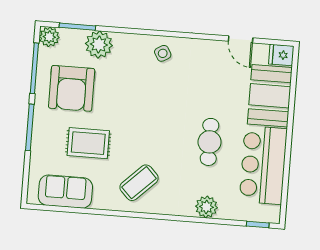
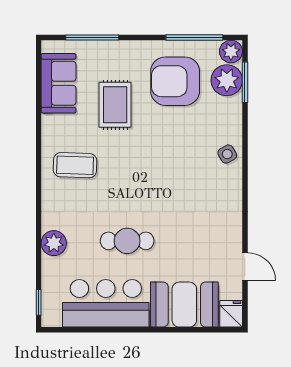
door: (241, 39) -> (245, 267), swing flipped
plant: (99, 44) -> (227, 80), moved
side table: (163, 53) -> (227, 154), moved
window: (30, 127) -> (92, 38), moved
coffee table: (139, 183) -> (75, 165), turned -44

